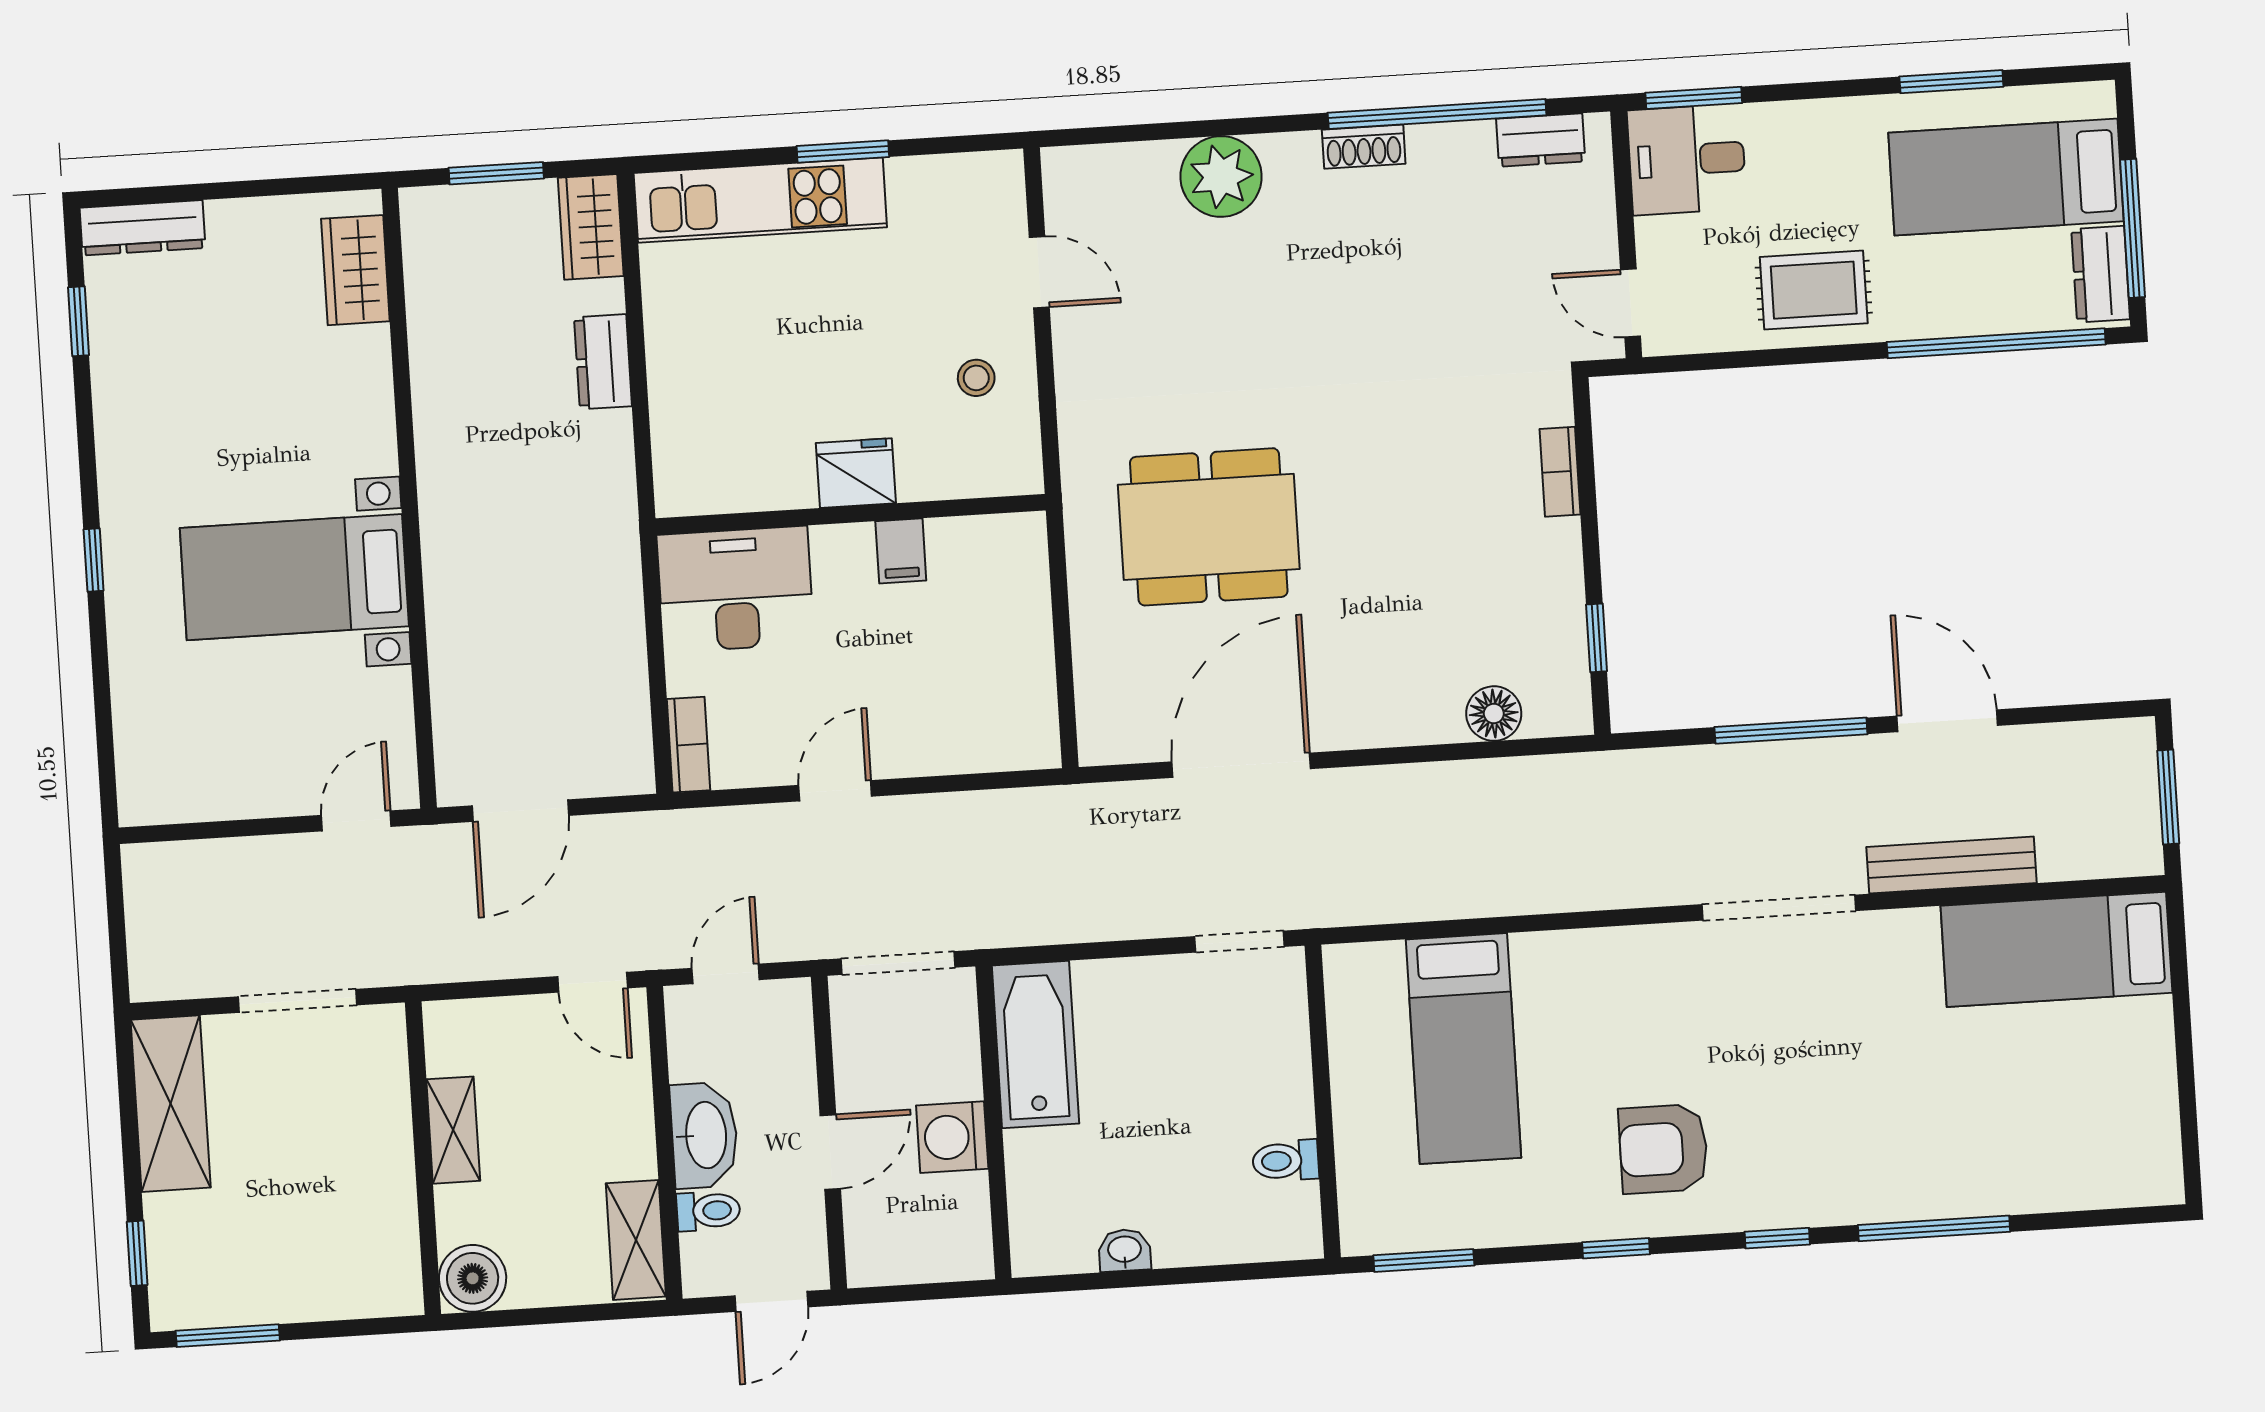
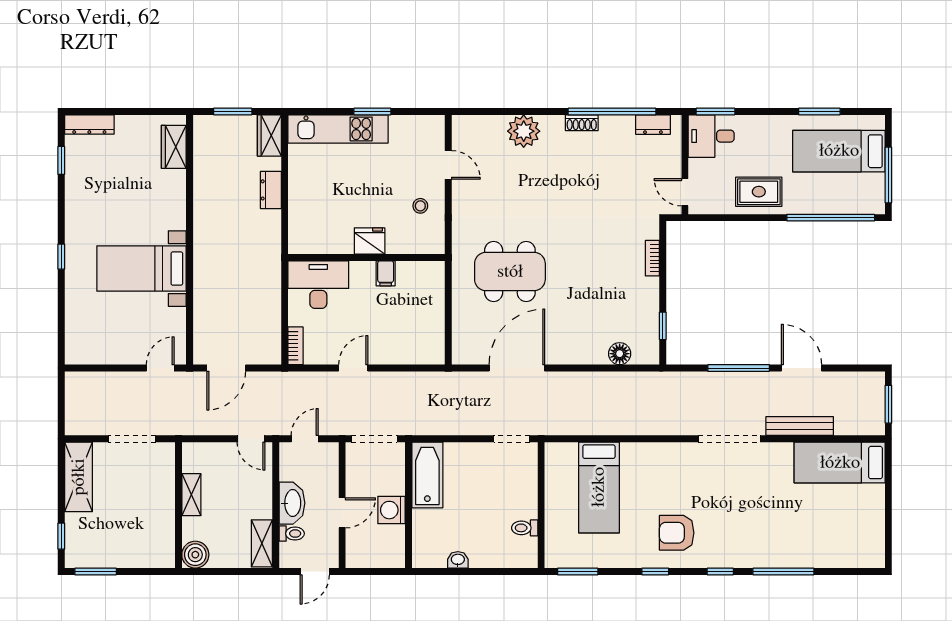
dresser: (2101, 274) -> (874, 193), removed

